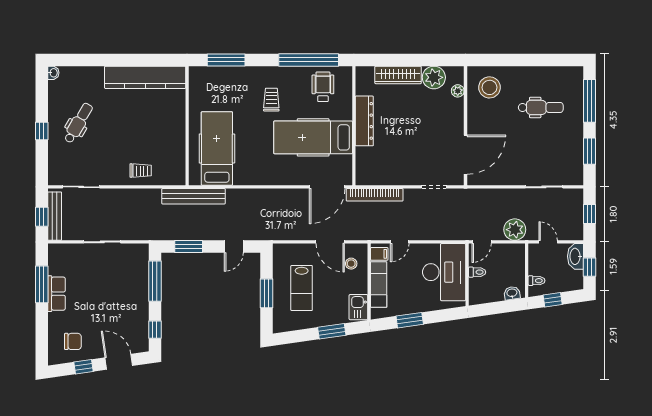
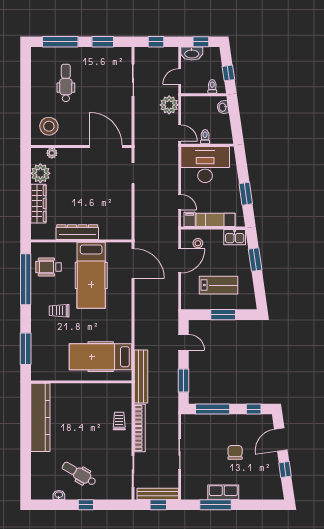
washbasin: (53, 73) -> (59, 495), moved
bookcase: (375, 195) -> (140, 428), moved
chair: (73, 341) -> (235, 452), moved

